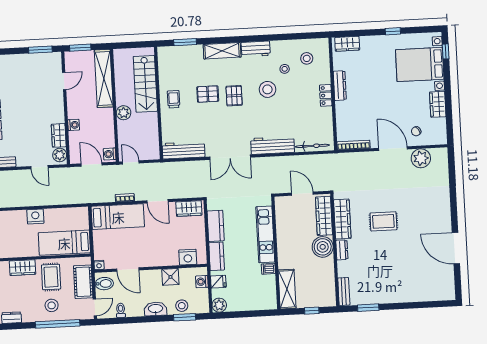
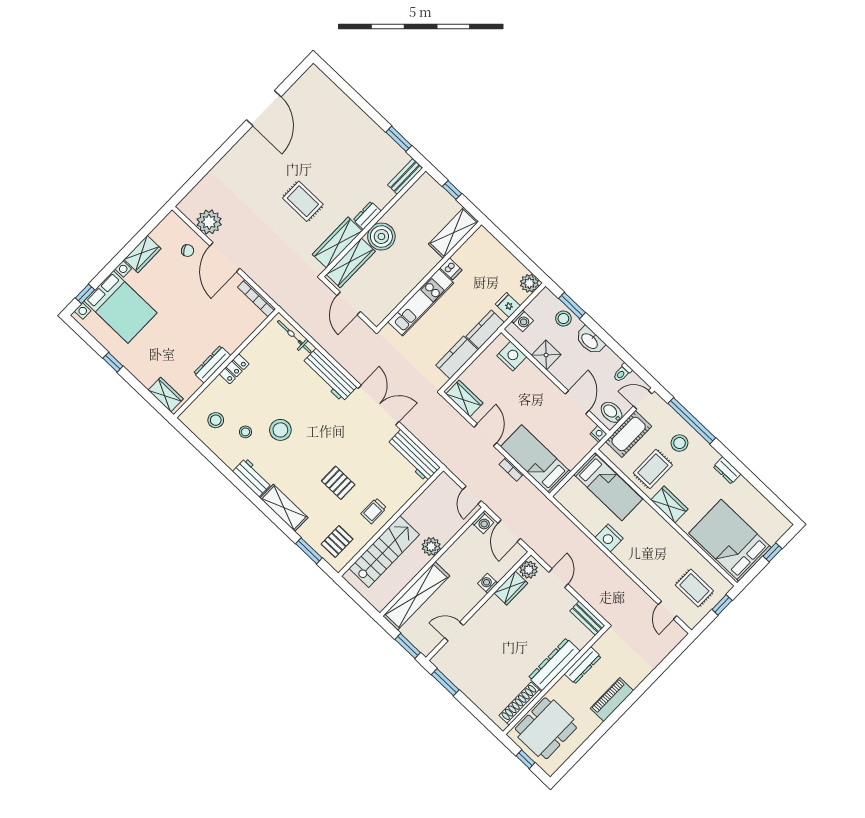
pallet: (234, 96) -> (337, 542), moved

